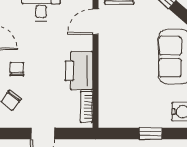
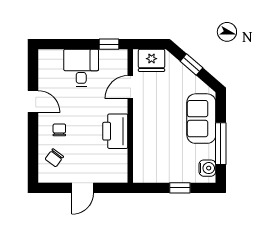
bookcase: (87, 107) -> (122, 164), removed

